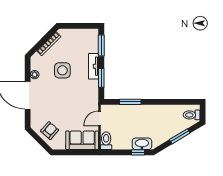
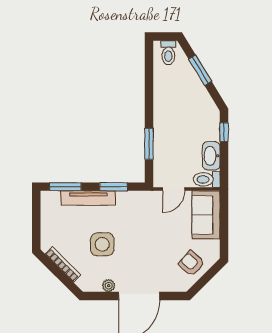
tv unit: (94, 66) -> (88, 198), width x1.41
door: (100, 119) -> (174, 189), hinge flipped
washbasin: (142, 144) -> (211, 156), moved

